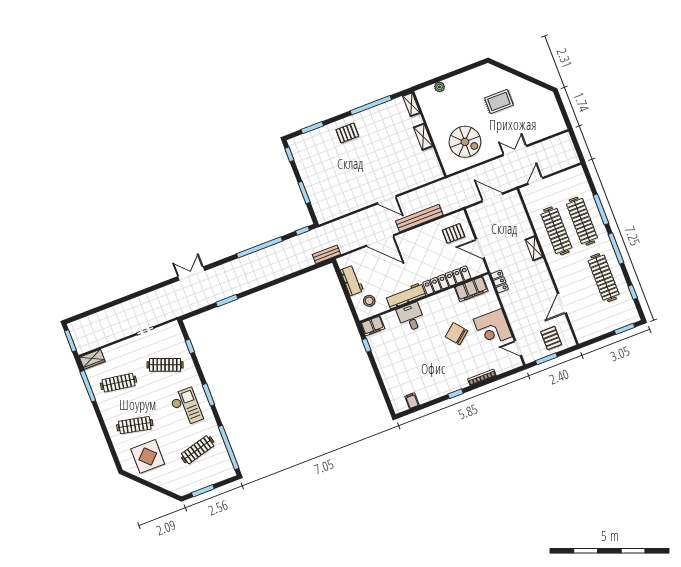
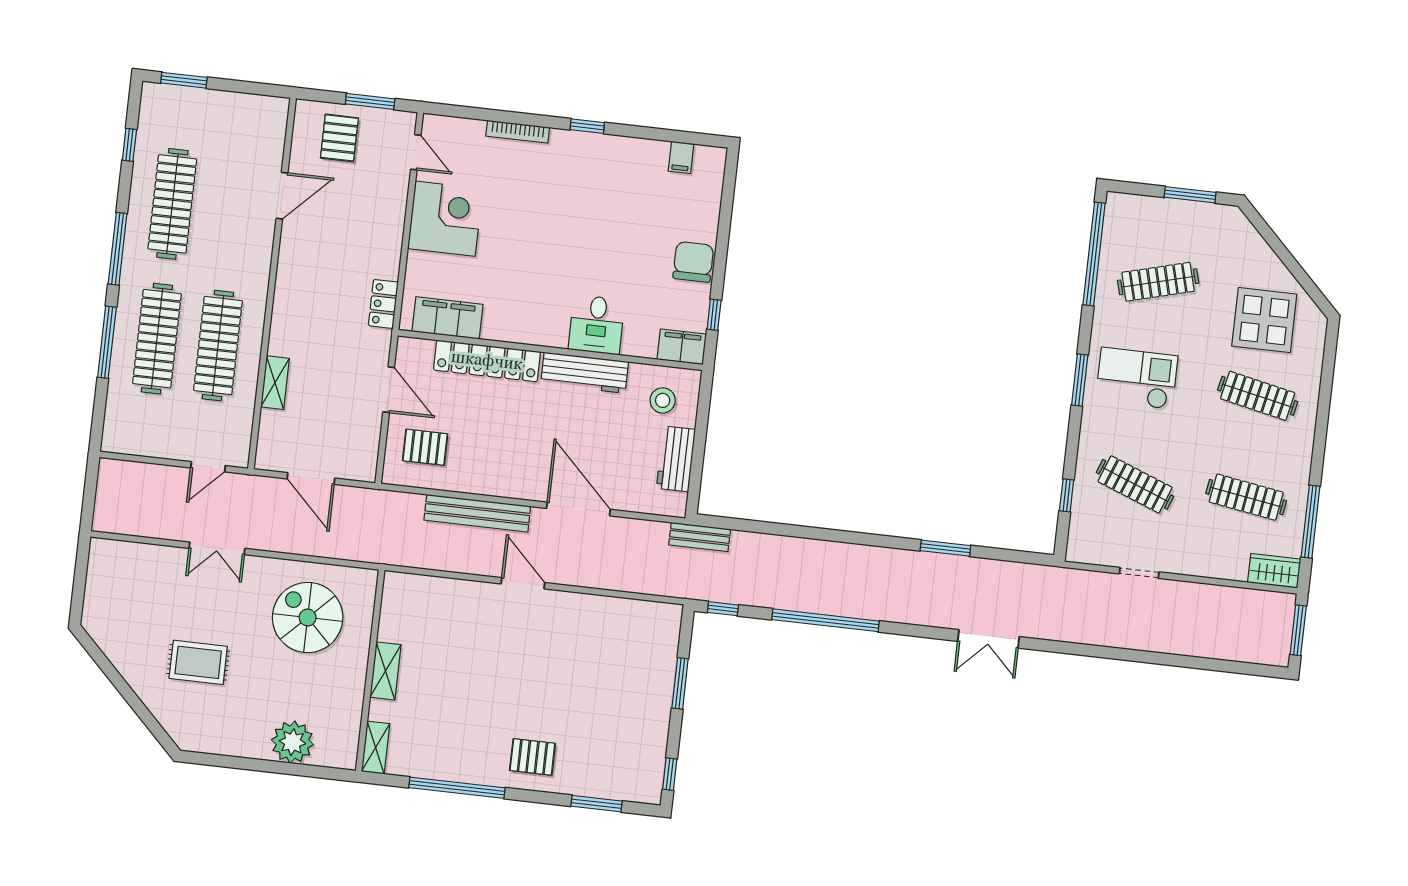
plant: (439, 87) -> (292, 742), width x1.87, depth x1.87
shelving: (534, 248) -> (275, 383), moved
chair: (457, 334) -> (693, 262), moved, turned -141
checkout: (186, 407) -> (1137, 378), turned 90

